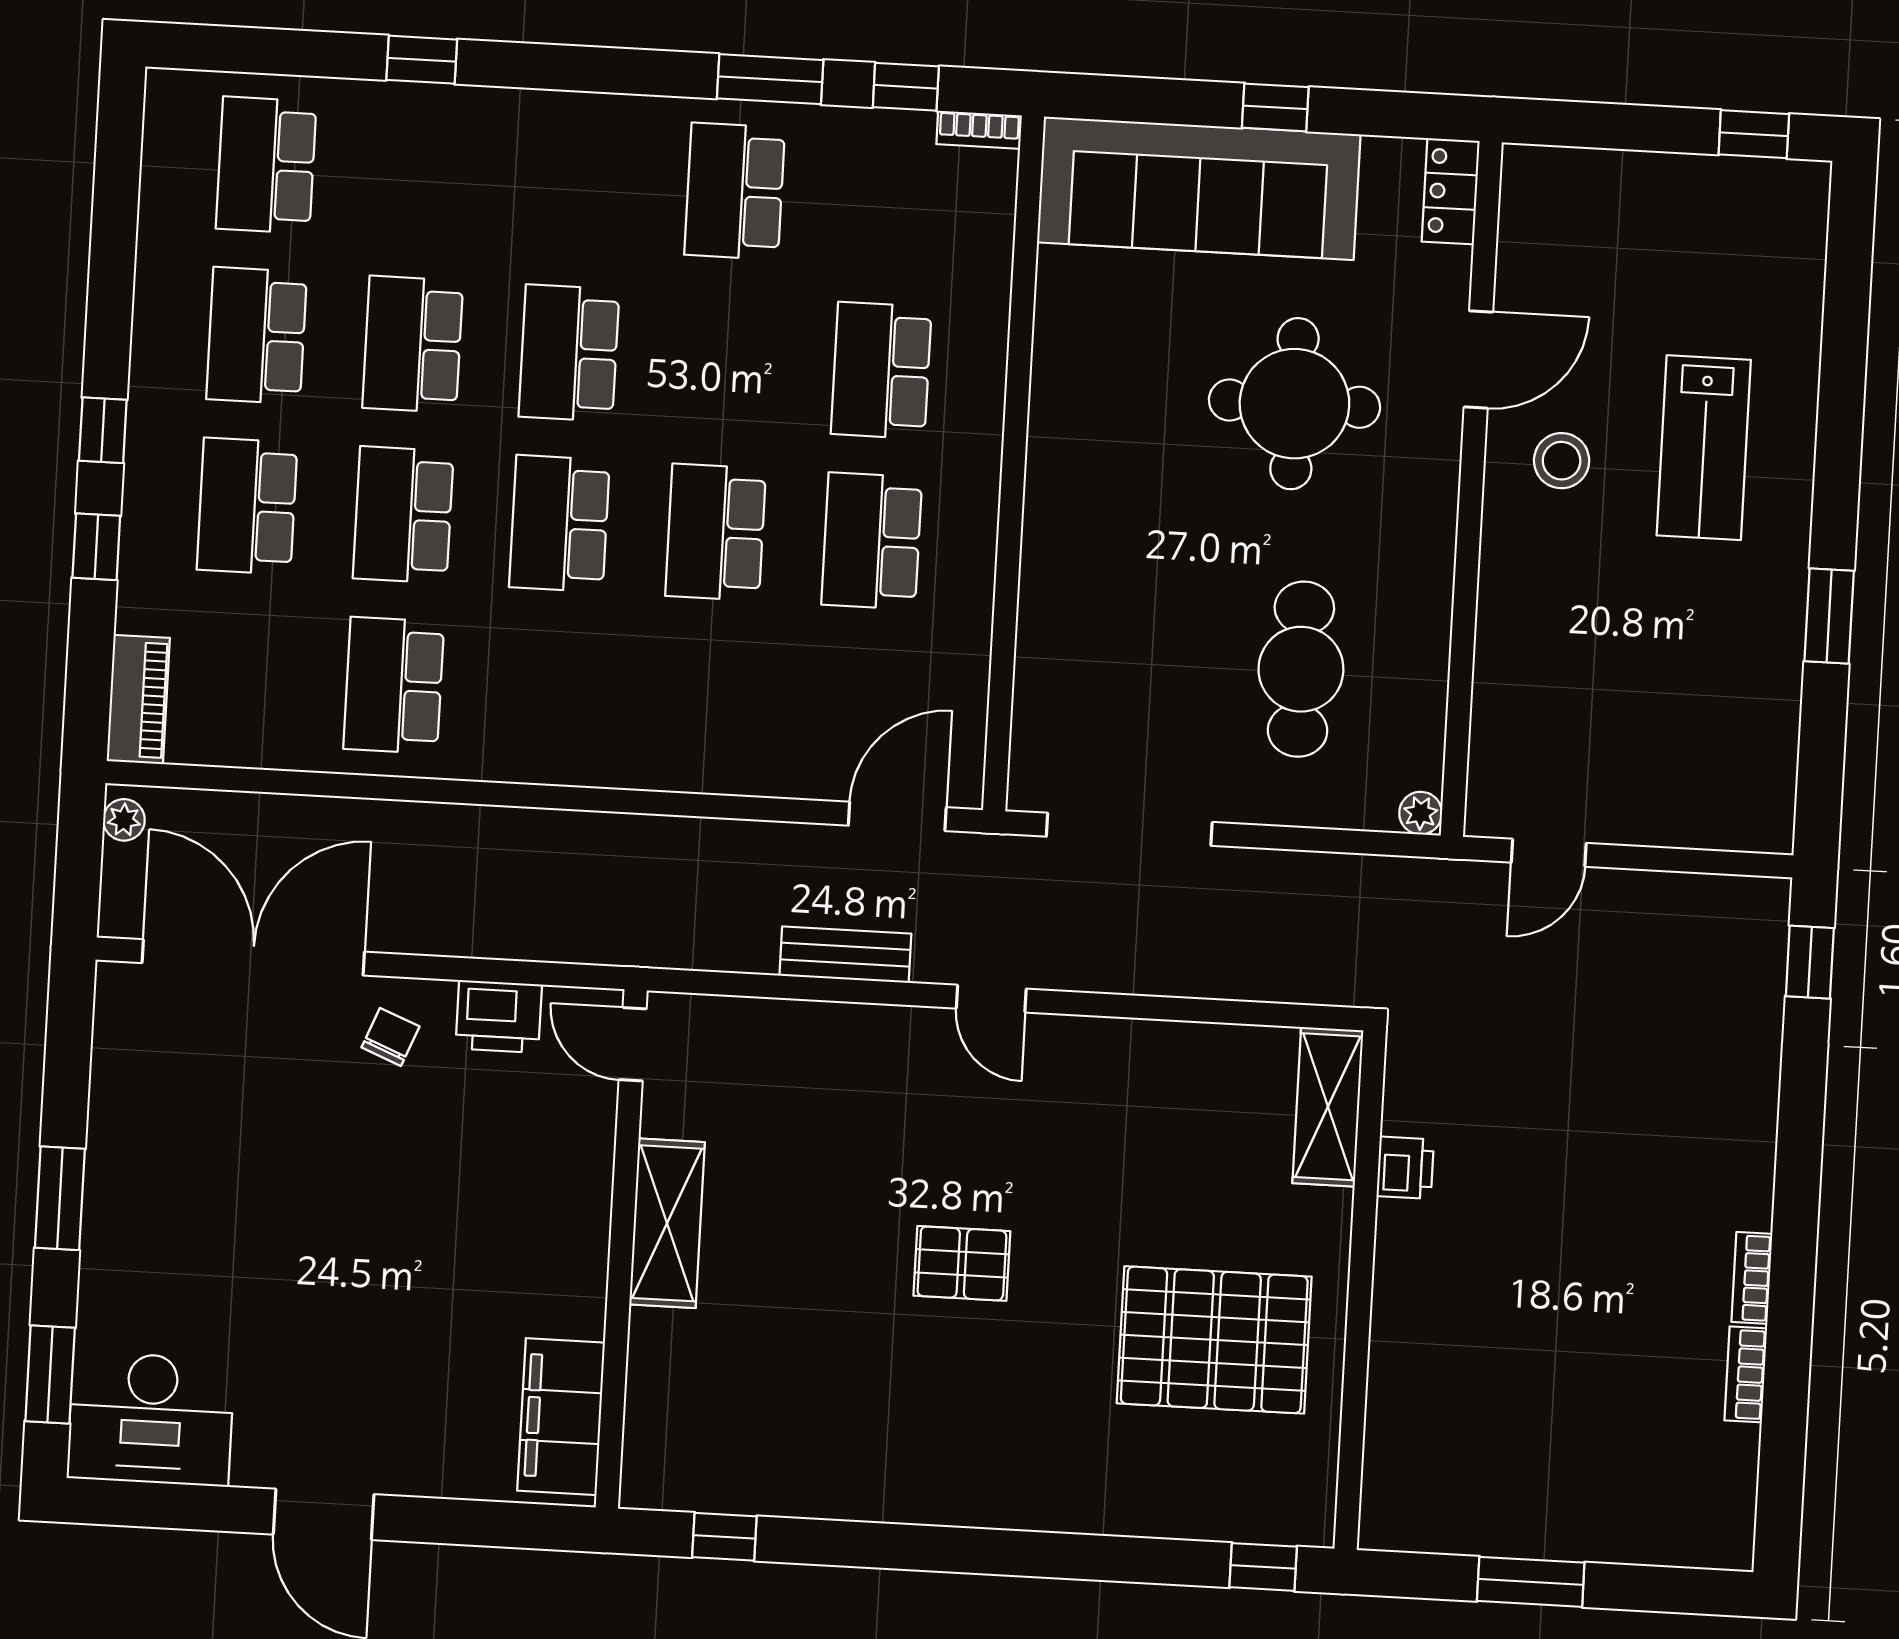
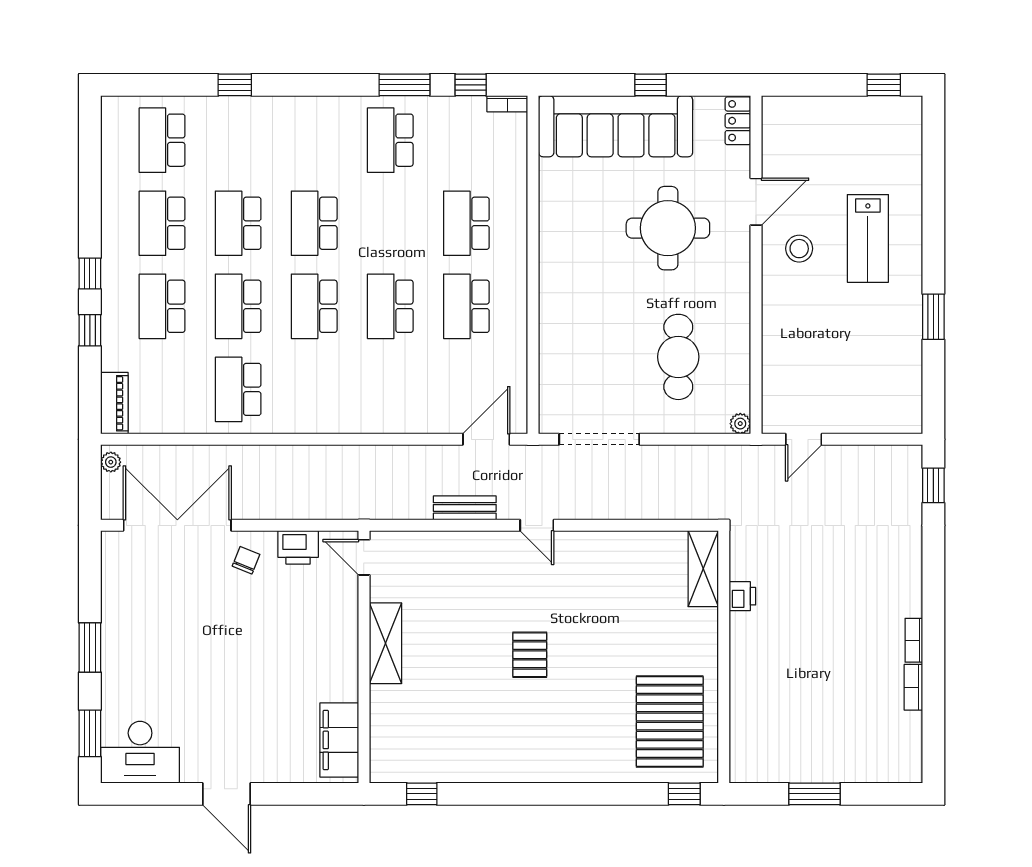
pallet: (962, 1263) -> (530, 655), turned 90
pallet: (1214, 1340) -> (670, 722), moved, turned 90

